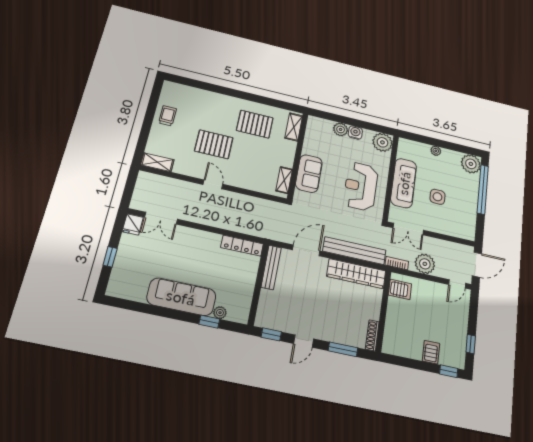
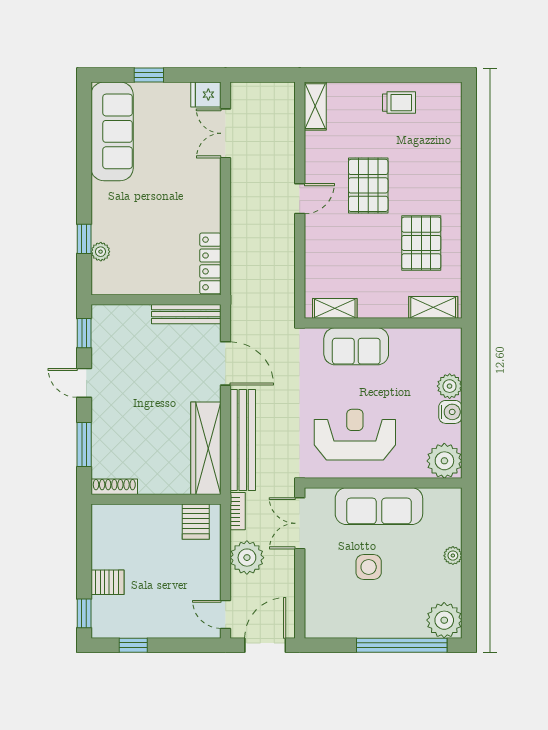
door: (477, 265) -> (265, 645), swing flipped
sofa: (181, 297) -> (112, 131), moved

